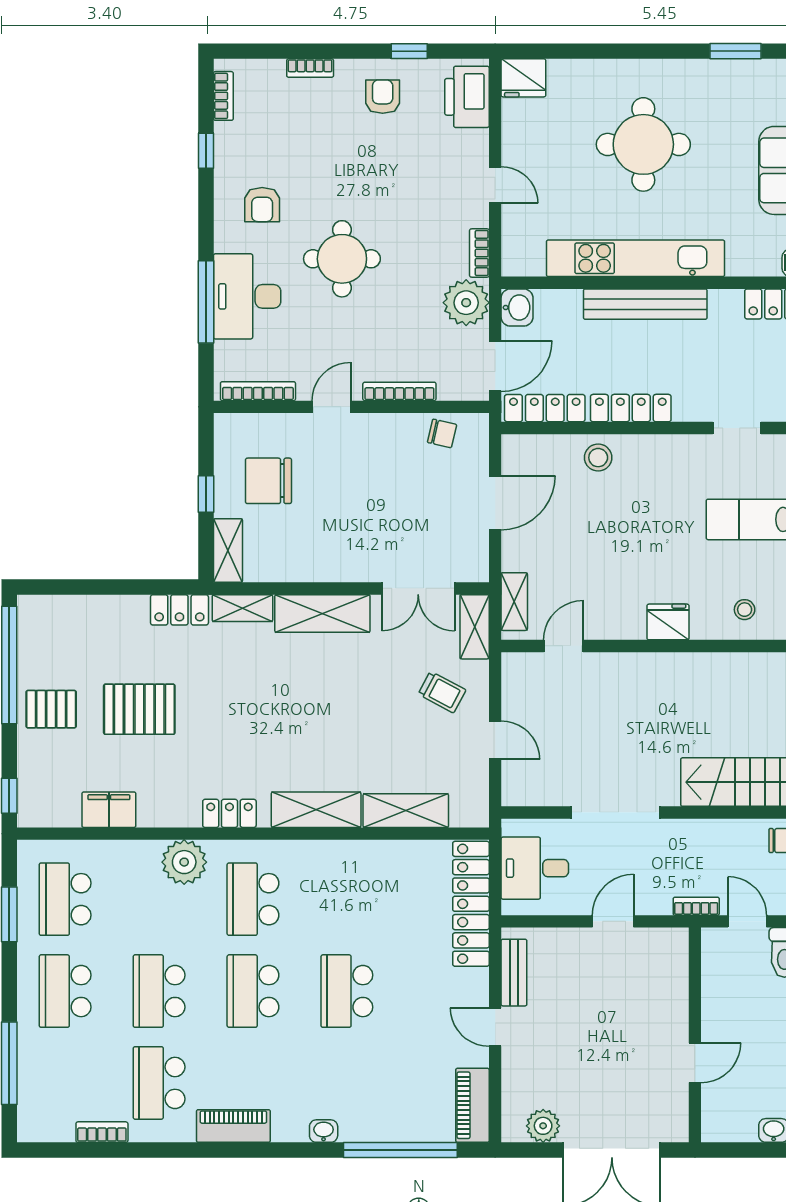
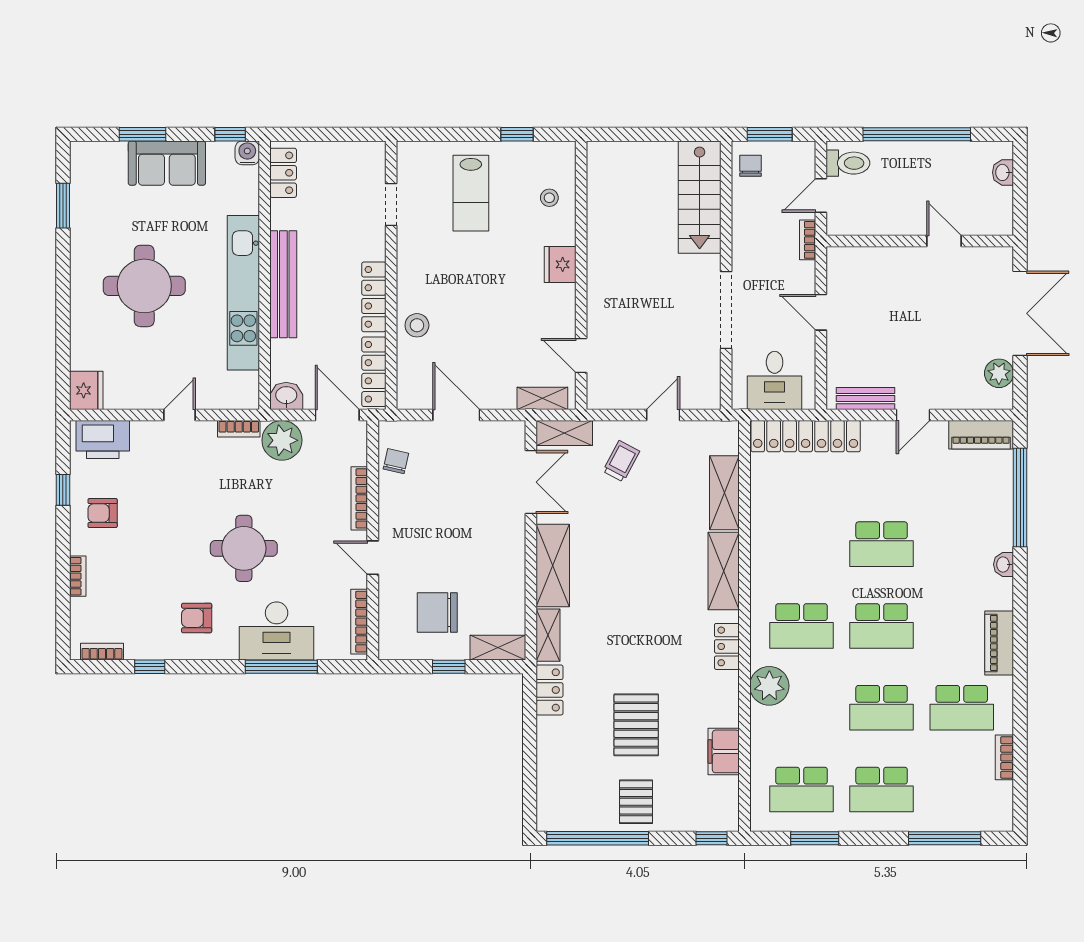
armchair: (262, 205) -> (197, 618), turned 180
chair: (268, 481) -> (437, 612), turned 90

